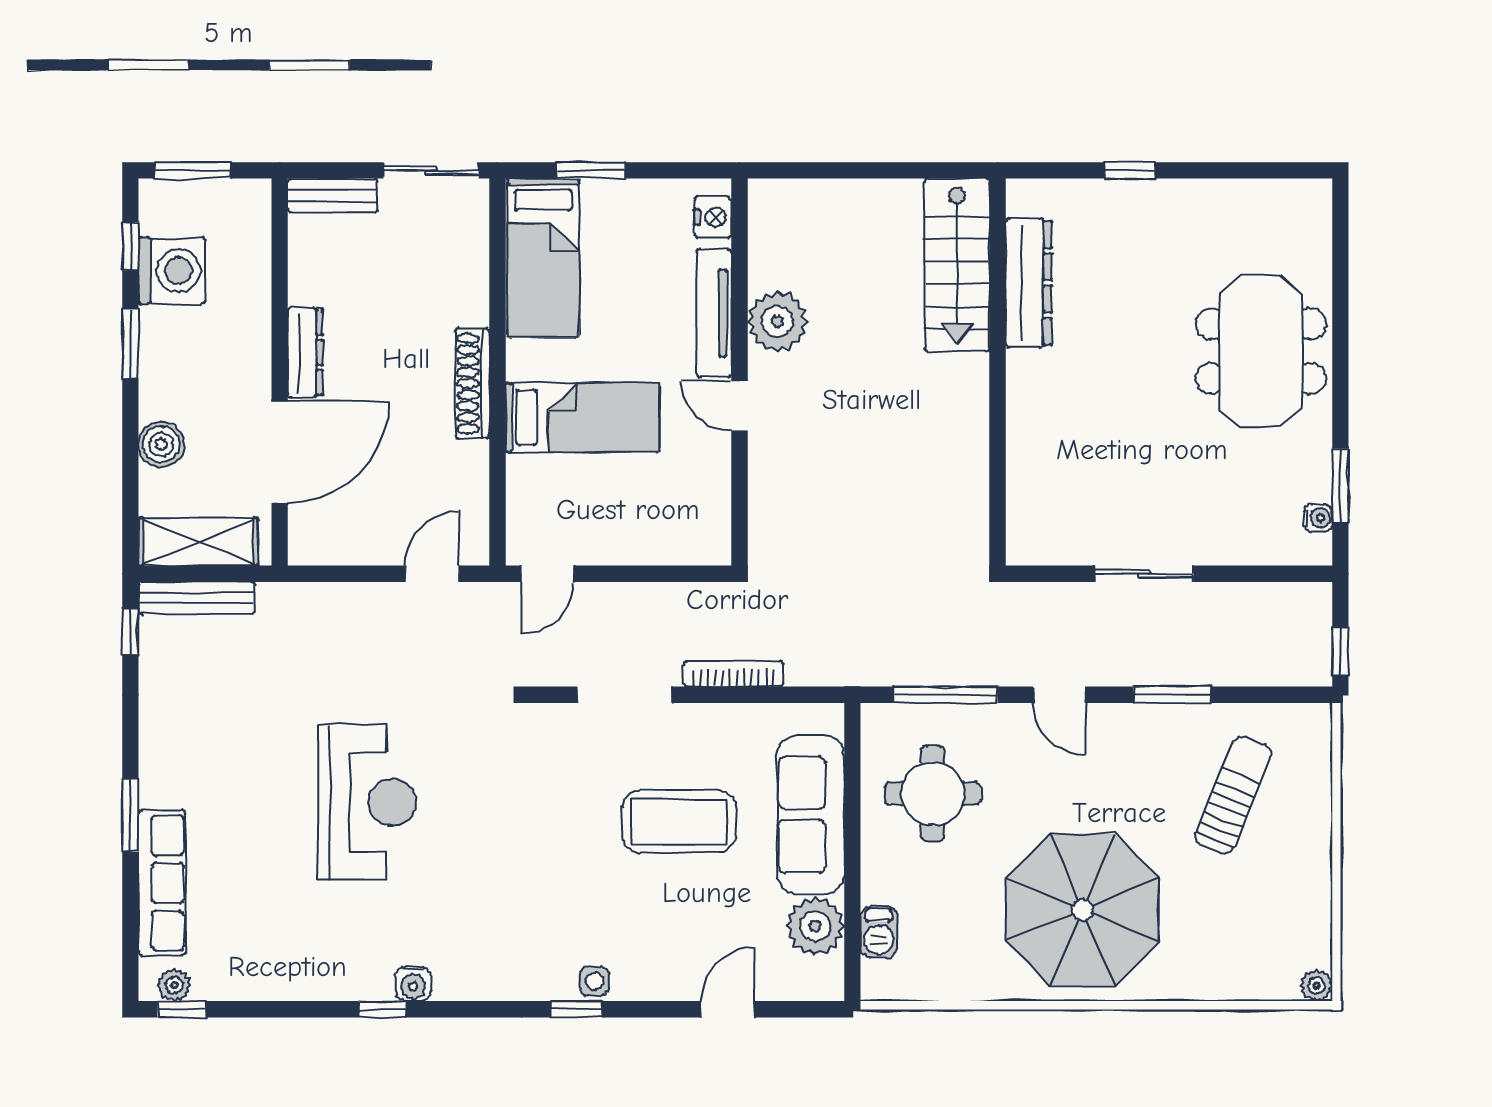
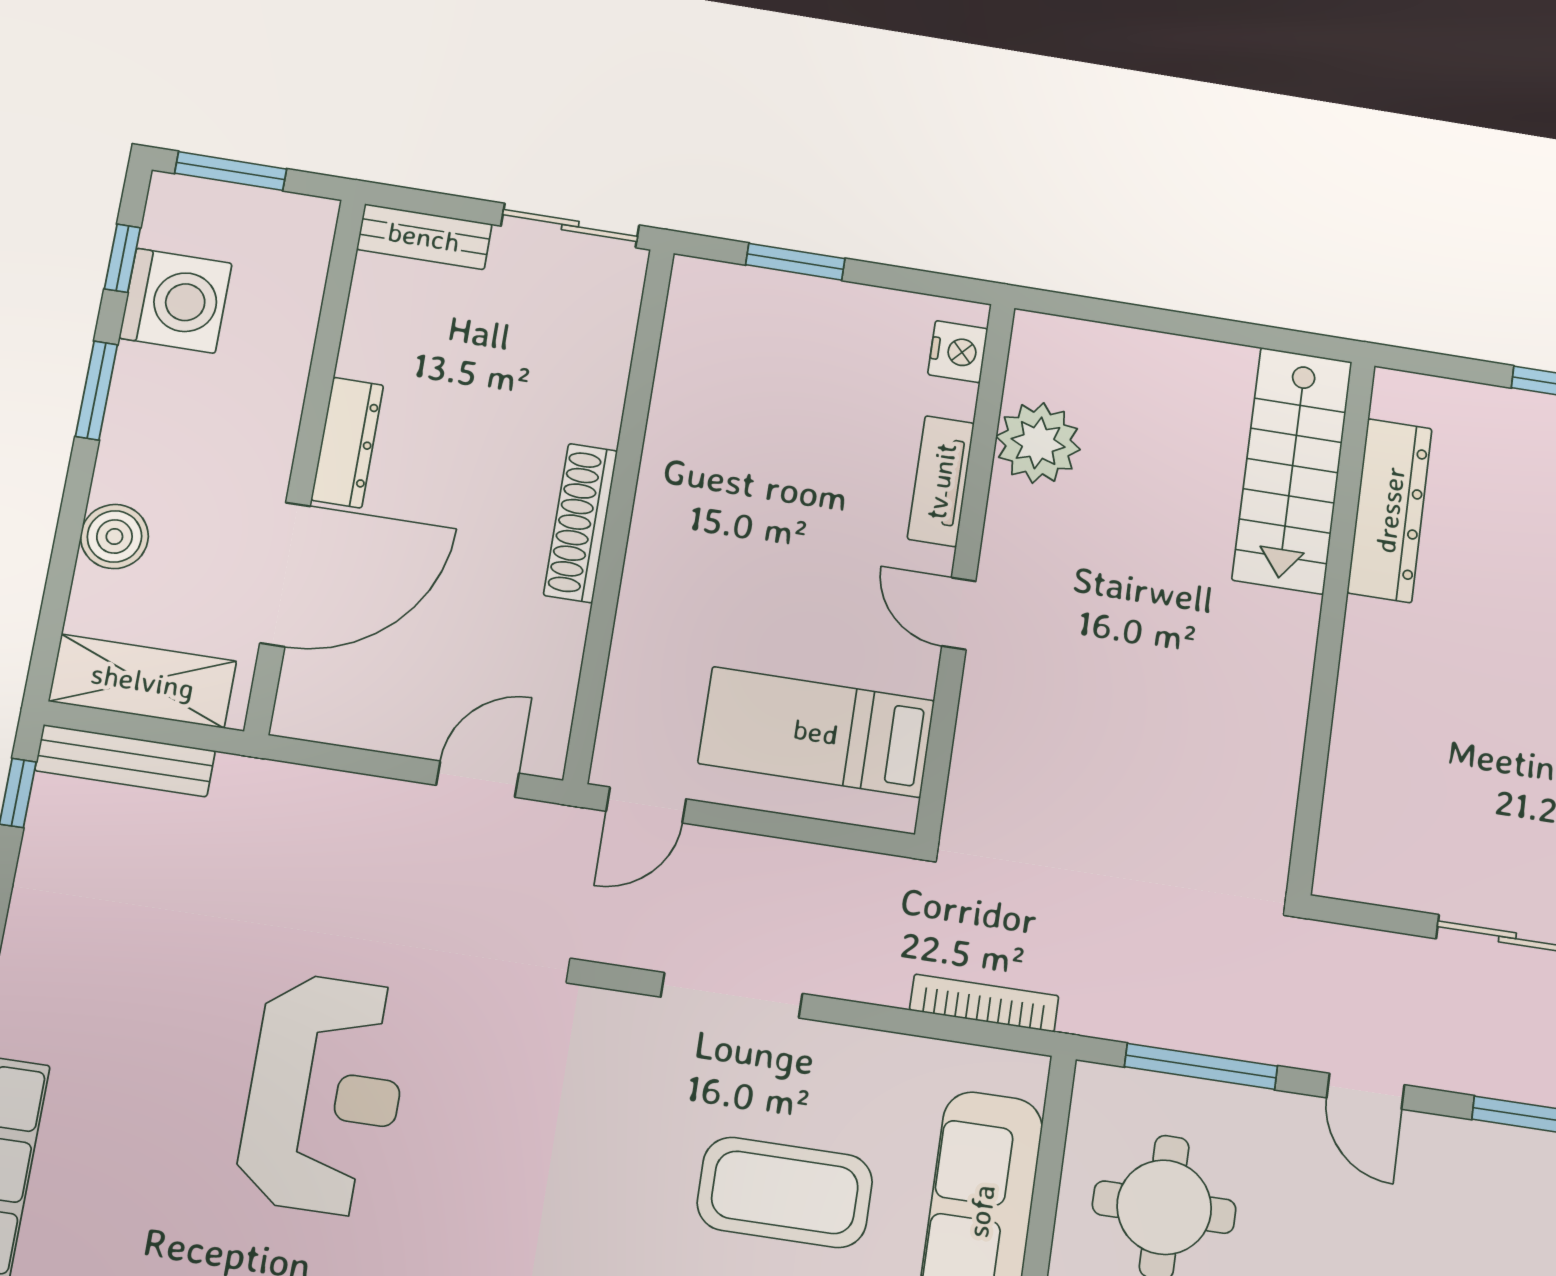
bed: (543, 258) -> (710, 368), removed
tv unit: (714, 313) -> (941, 481), width x0.71
plant: (777, 322) -> (1038, 443), moved
bed: (583, 418) -> (816, 732), moved, turned 180
bookcase: (733, 674) -> (984, 1003), moved

